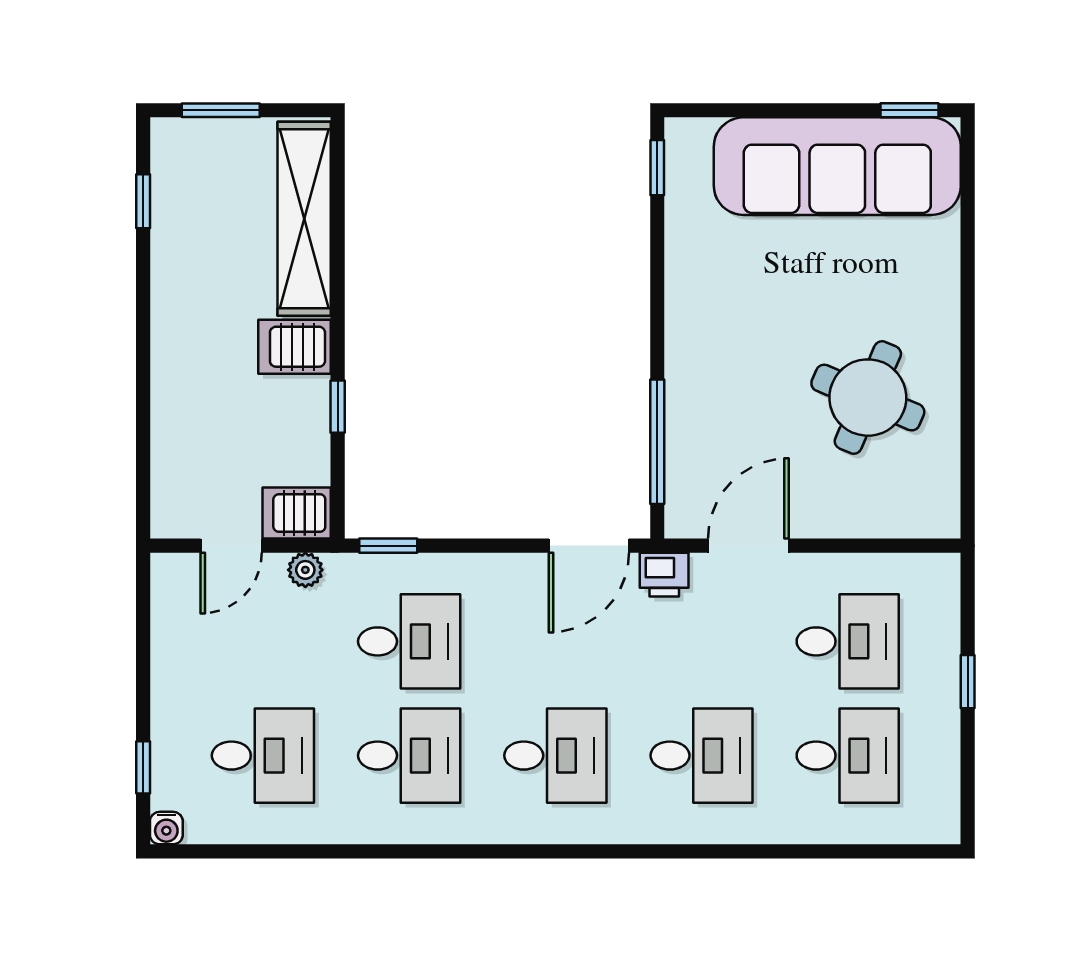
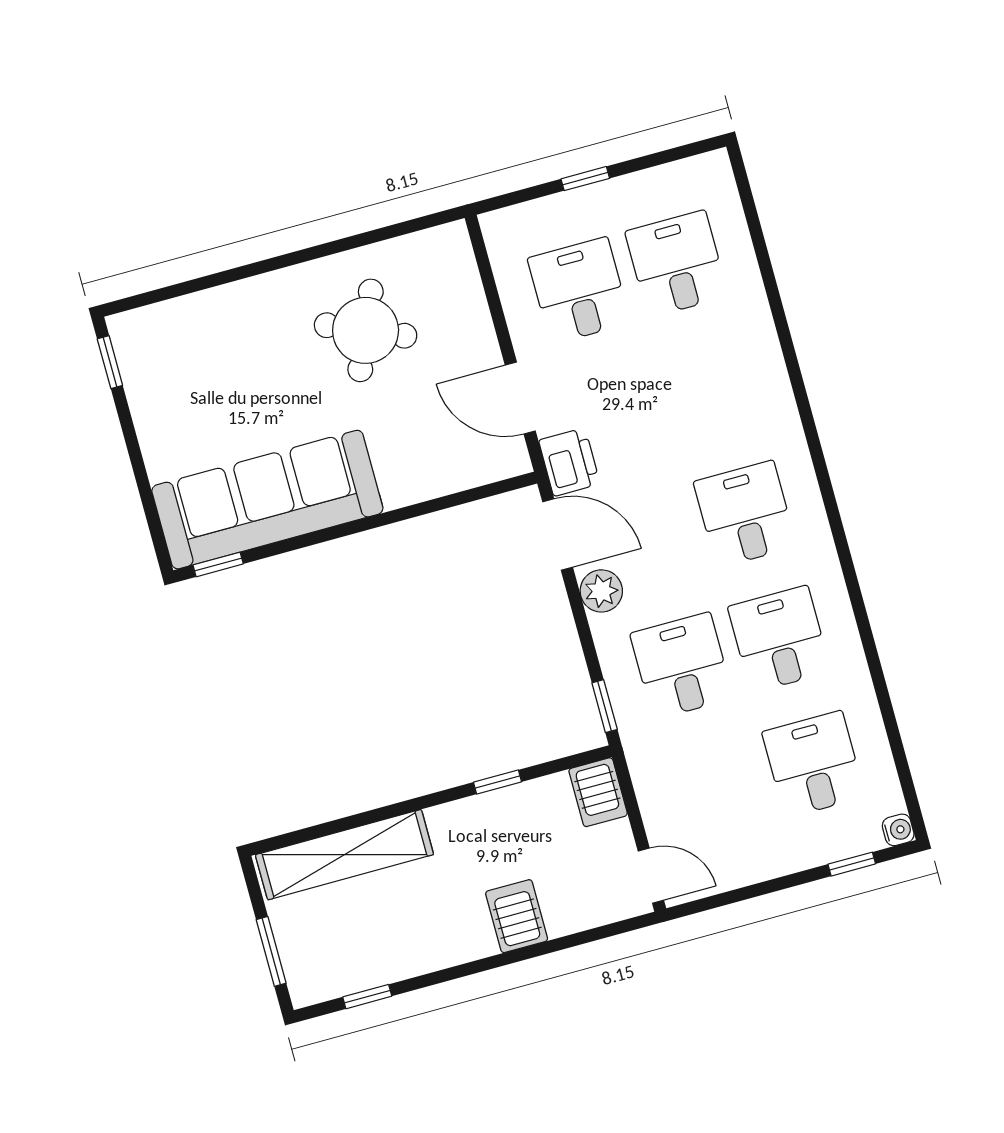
sofa: (837, 166) -> (267, 500), moved, turned -90
server rack: (295, 347) -> (517, 916), moved, turned 180
window: (657, 442) -> (453, 500), removed
door: (231, 546) -> (651, 876), moved
plant: (305, 570) -> (601, 591), moved, width x1.38, depth x1.38
printer: (664, 575) -> (569, 462), width x1.36, depth x1.24
desk: (702, 756) -> (711, 389), removed

